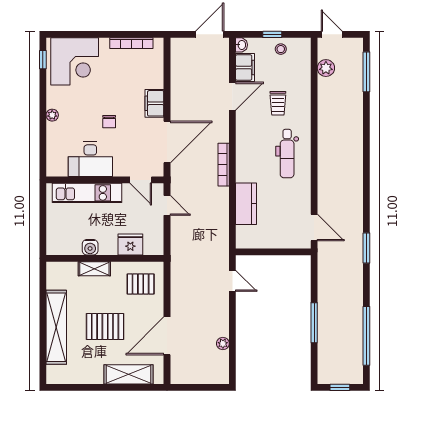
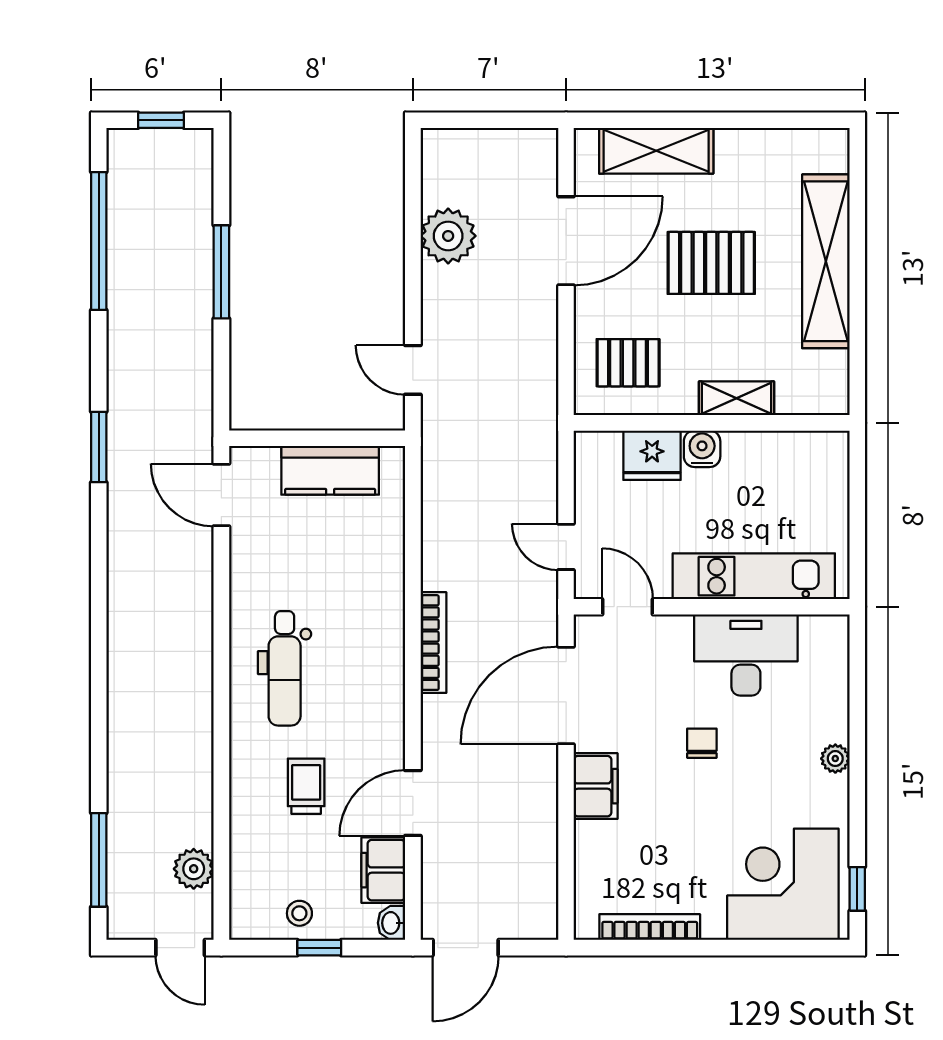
dental chair: (287, 154) -> (285, 668), turned 180
kitchen counter: (246, 204) -> (330, 470), moved, turned -90
water cooler: (90, 247) -> (702, 449), moved
plant: (223, 344) -> (448, 236), width x1.88, depth x1.88

